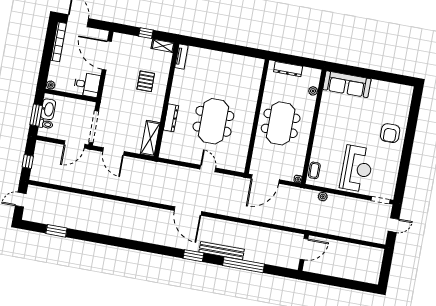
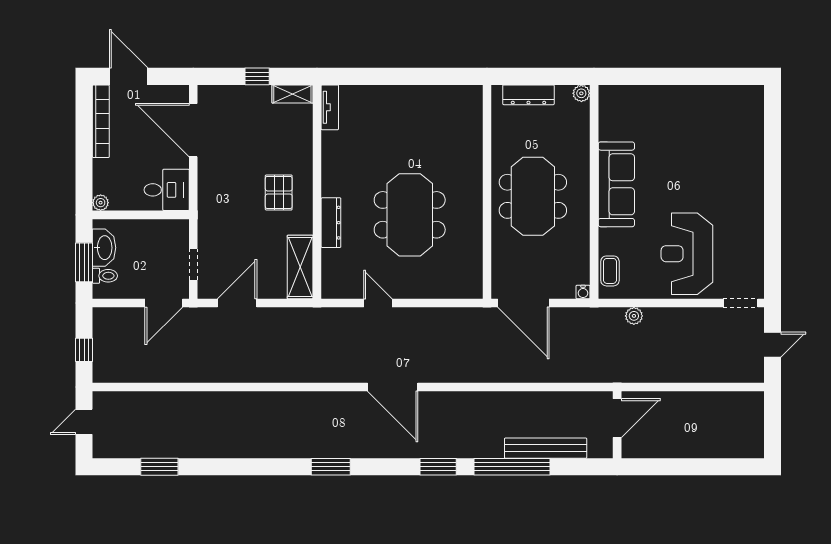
pallet: (146, 81) -> (279, 192), moved
sofa: (347, 84) -> (616, 184), moved, turned -90
plant: (313, 91) -> (581, 93), moved
doorway: (94, 127) -> (193, 264), width x0.53
armchair: (390, 133) -> (736, 178), removed
door: (113, 151) -> (237, 303), swing flipped
door: (208, 169) -> (378, 303), moved
reception desk: (357, 169) -> (687, 254), turned 180
door: (265, 179) -> (523, 303), hinge flipped
window: (147, 247) -> (331, 467), added
bench: (222, 251) -> (546, 448), moved
window: (193, 256) -> (438, 467), moved

